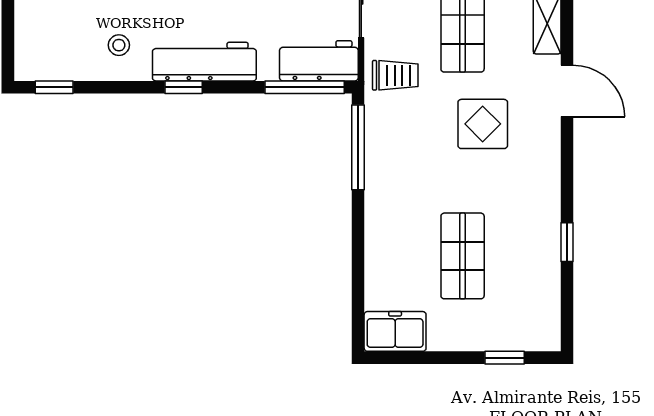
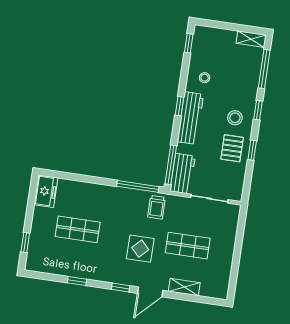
trolley: (395, 75) -> (157, 207), moved
window: (567, 152) -> (121, 287), added

